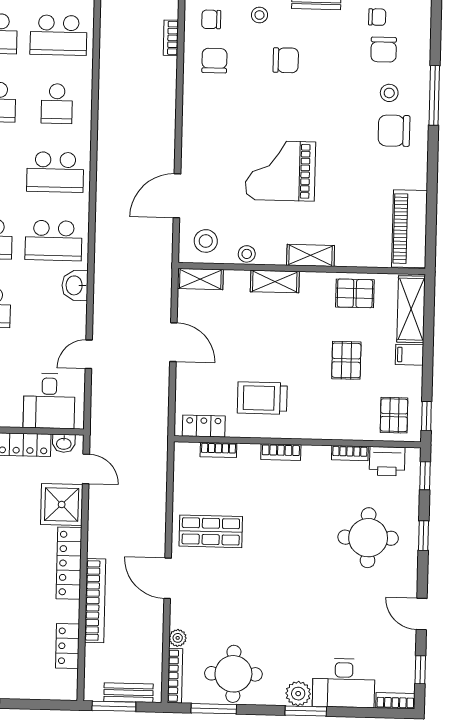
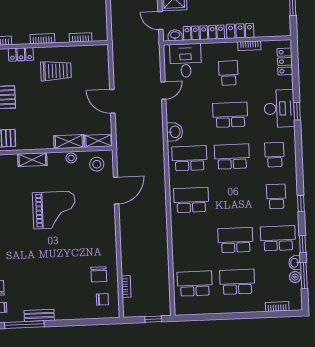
stool: (259, 15) -> (73, 304), removed
chair: (286, 60) -> (55, 277), removed
school desk: (57, 104) -> (193, 242), removed
shelving: (275, 282) -> (69, 142), moved
locker: (204, 426) -> (21, 54), moved

